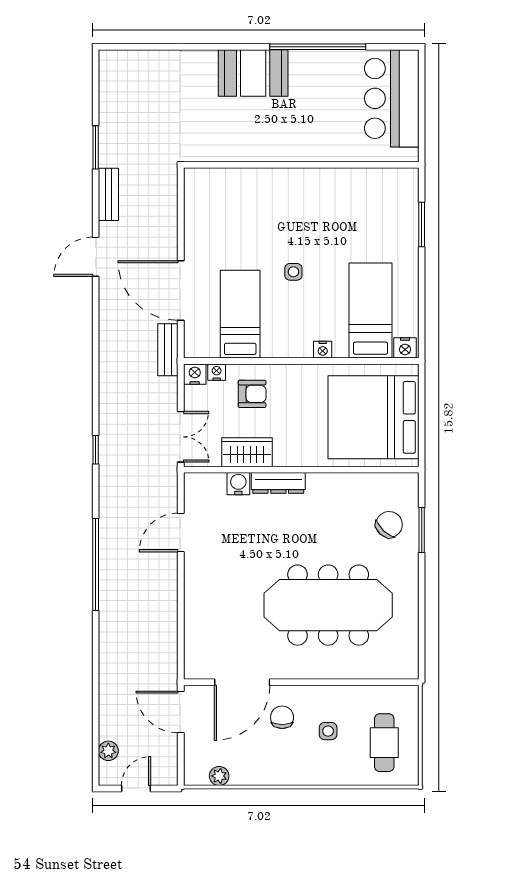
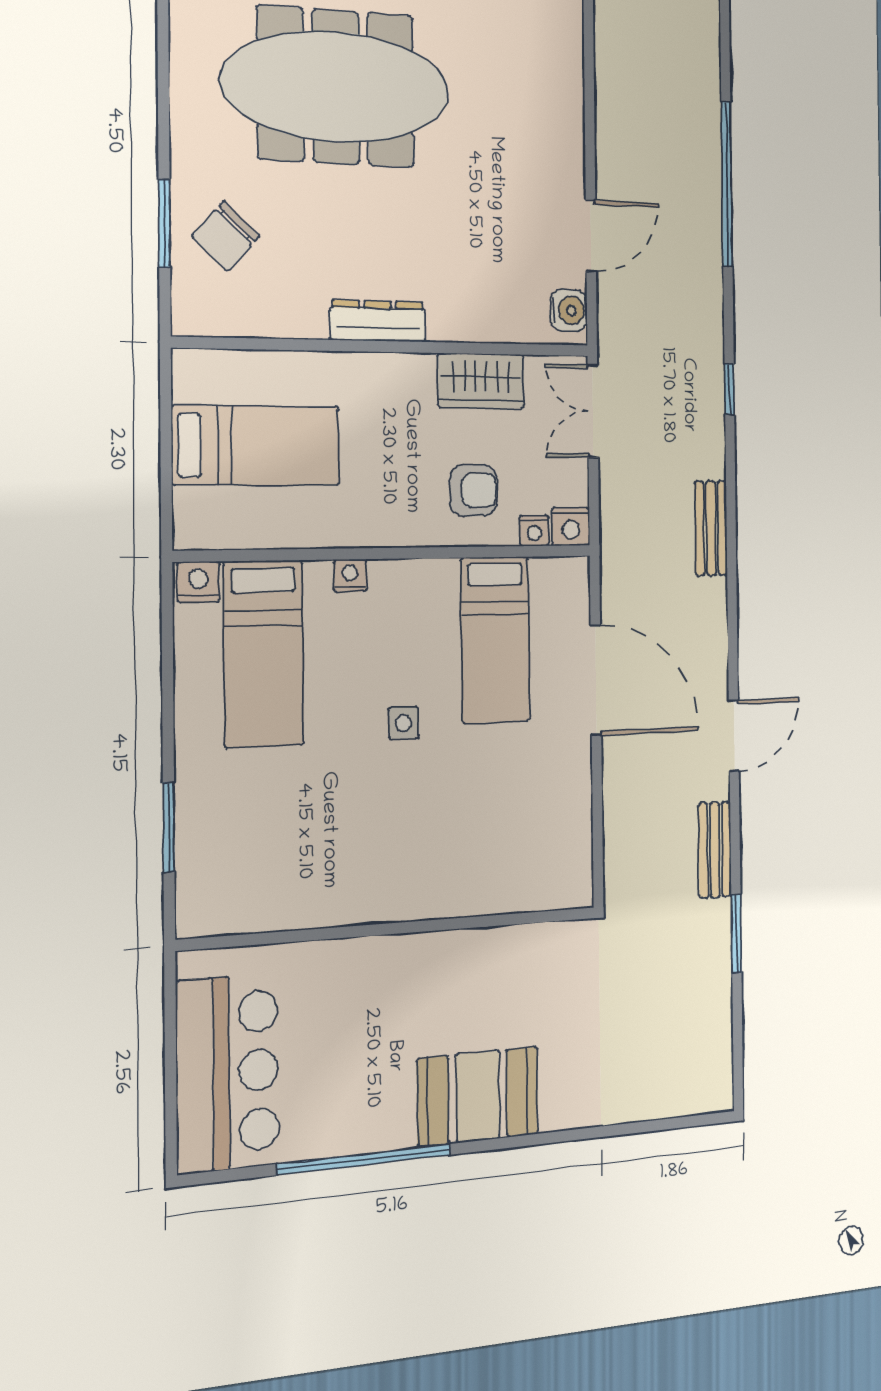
bench: (168, 350) -> (711, 528), moved
armchair: (252, 394) -> (473, 490), turned 180
bed: (373, 417) -> (256, 446), width x0.49
dresser: (278, 483) -> (378, 321), moved
water cooler: (238, 484) -> (569, 310), moved, turned -90

